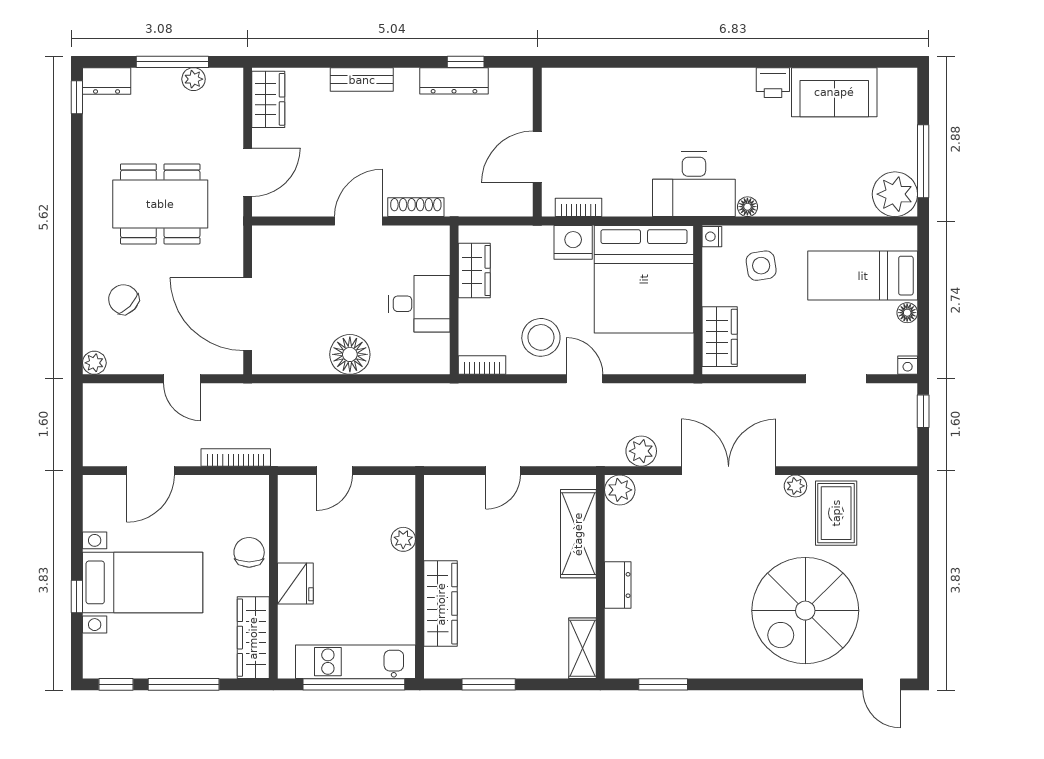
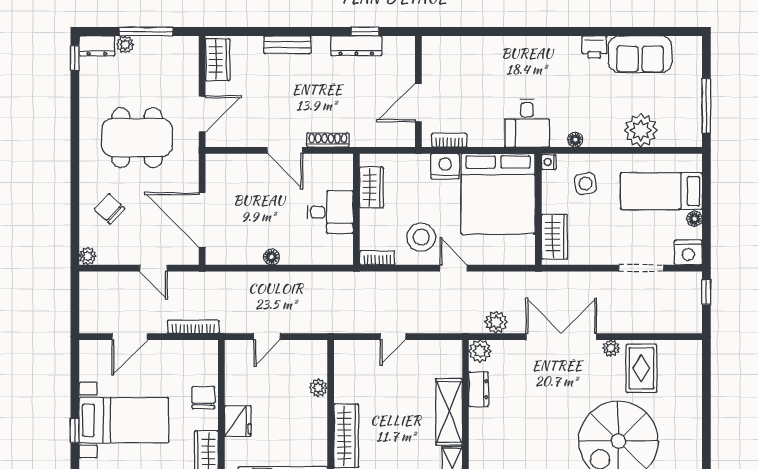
plant: (194, 79) -> (125, 44), moved
desk: (694, 184) -> (527, 123), width x0.73
plant: (895, 194) -> (641, 130), moved
door: (358, 221) -> (285, 150), swing flipped
floor lamp: (350, 354) -> (272, 257), width x0.53, depth x0.53
nightstand: (908, 365) -> (688, 252), width x1.89, depth x1.79
shelving: (578, 534) -> (449, 412), moved
dresser: (618, 585) -> (479, 389), moved

